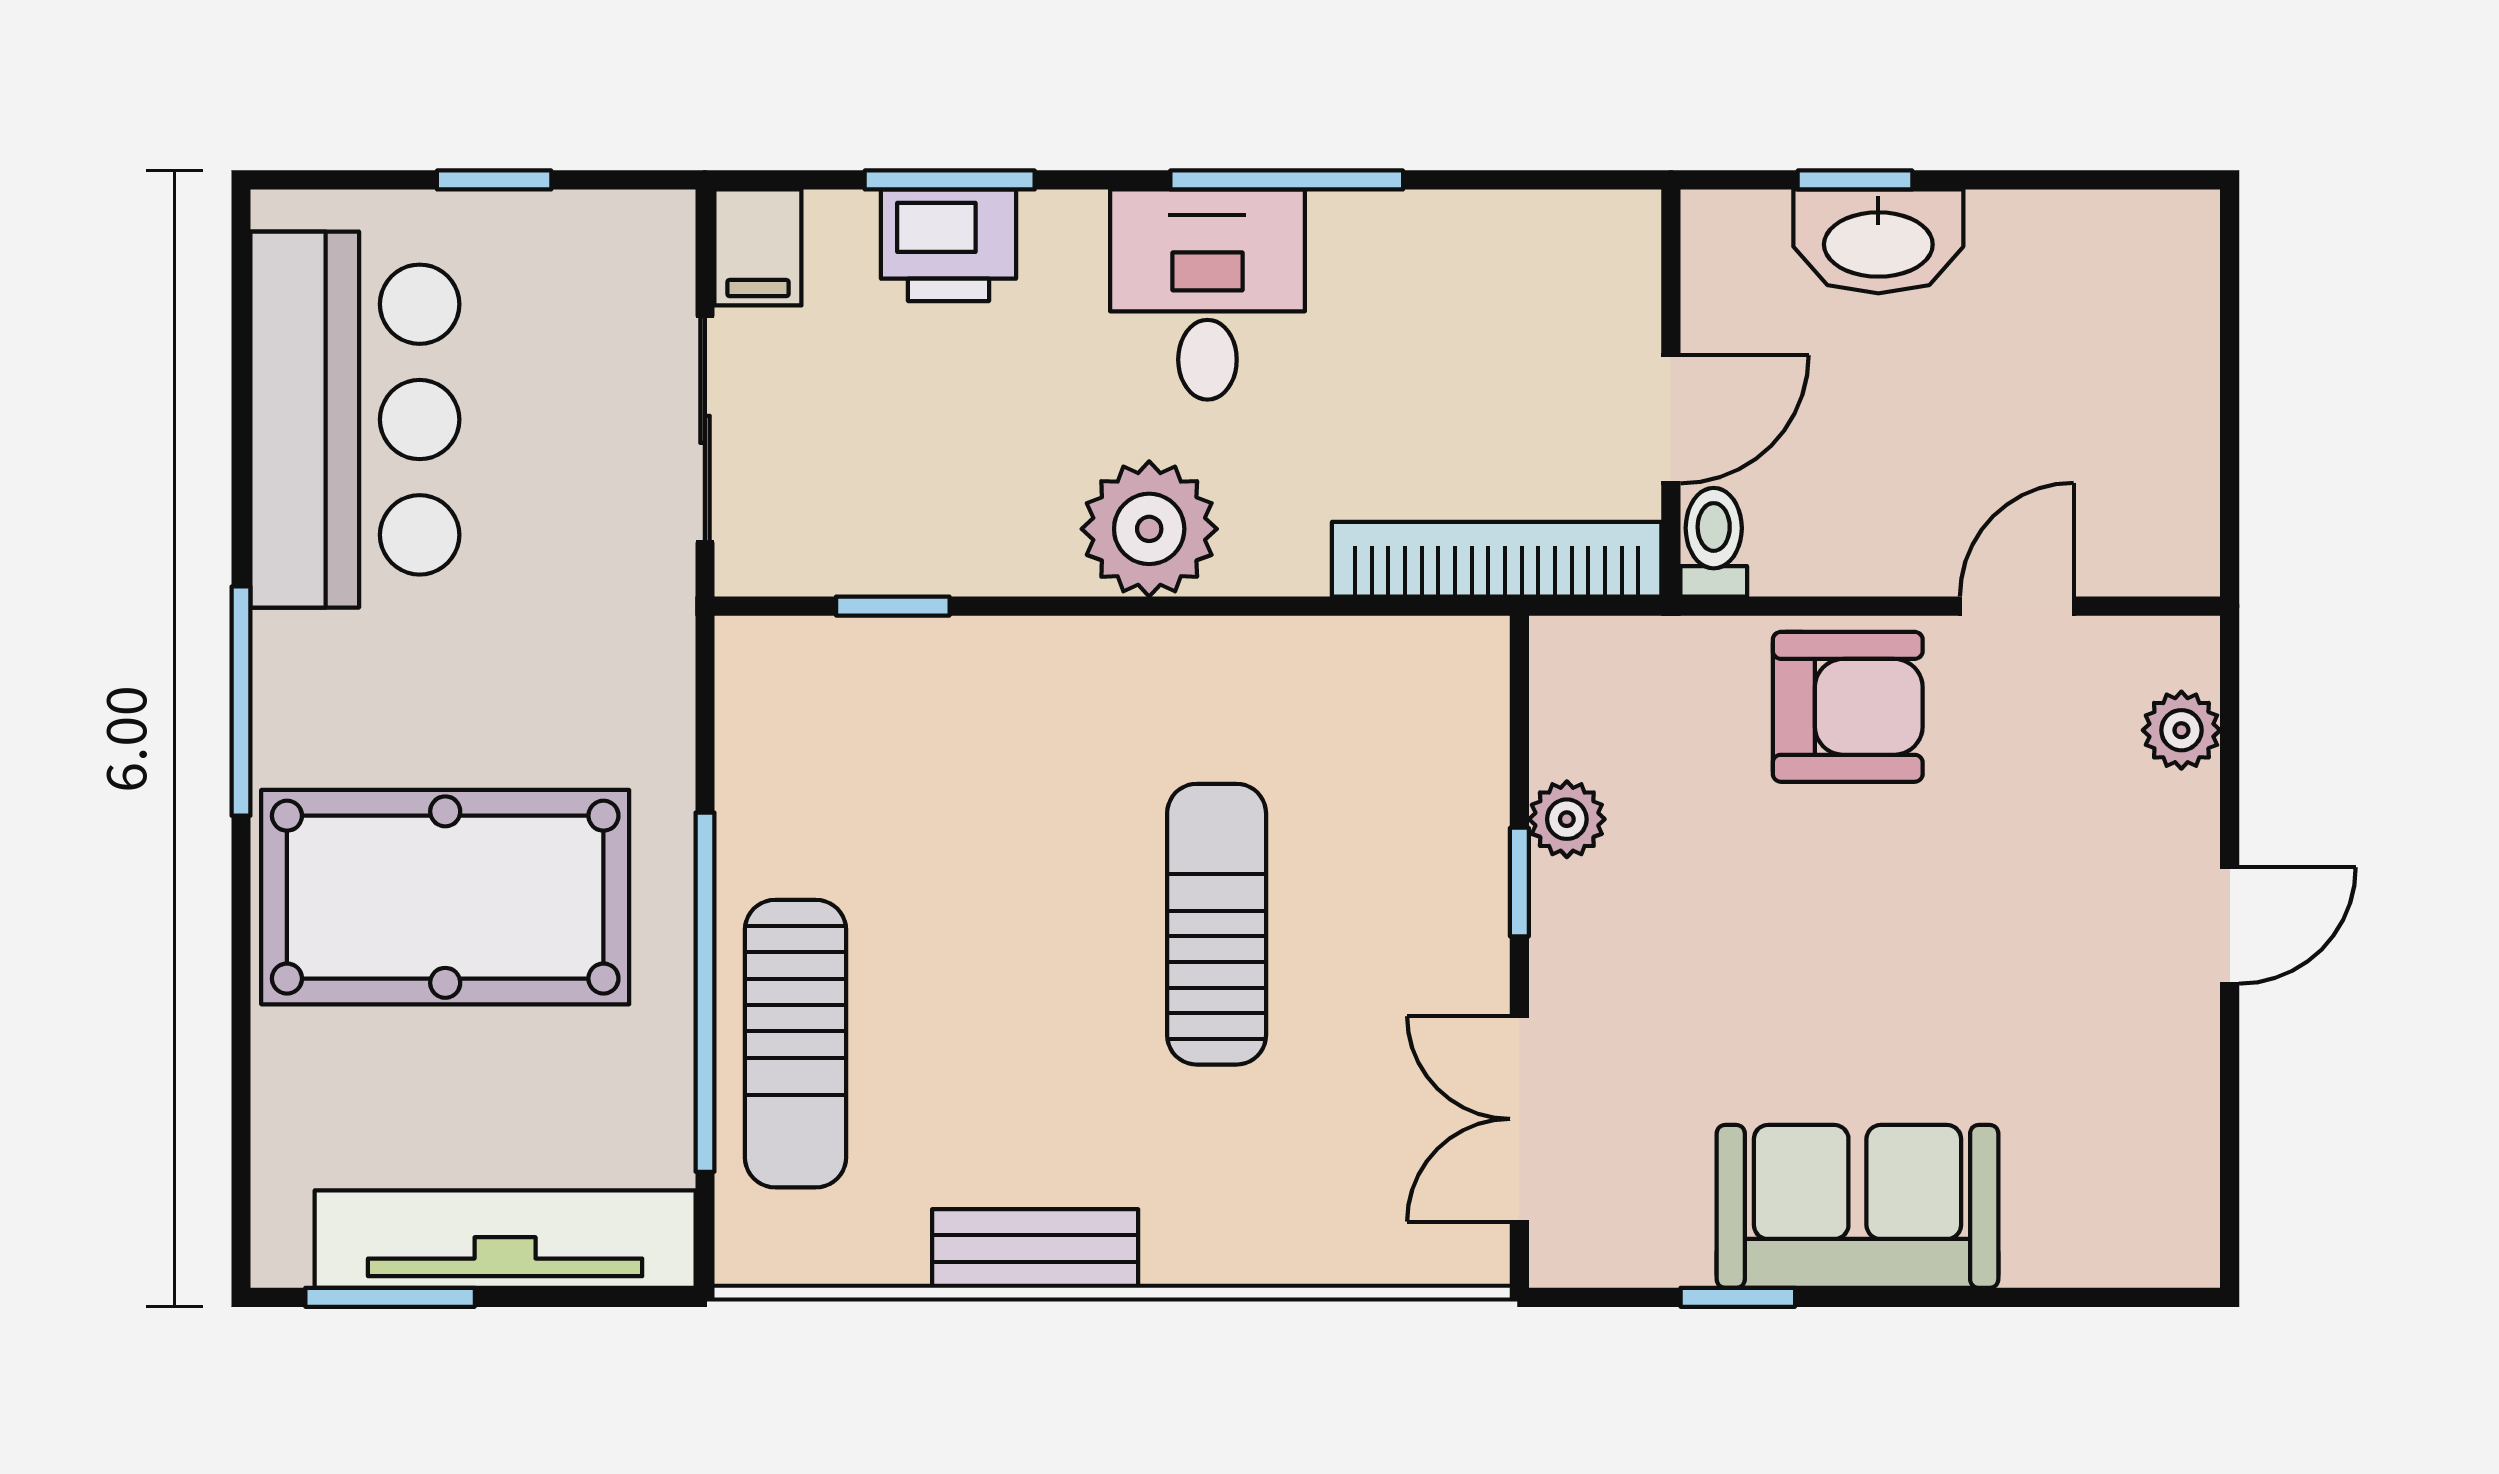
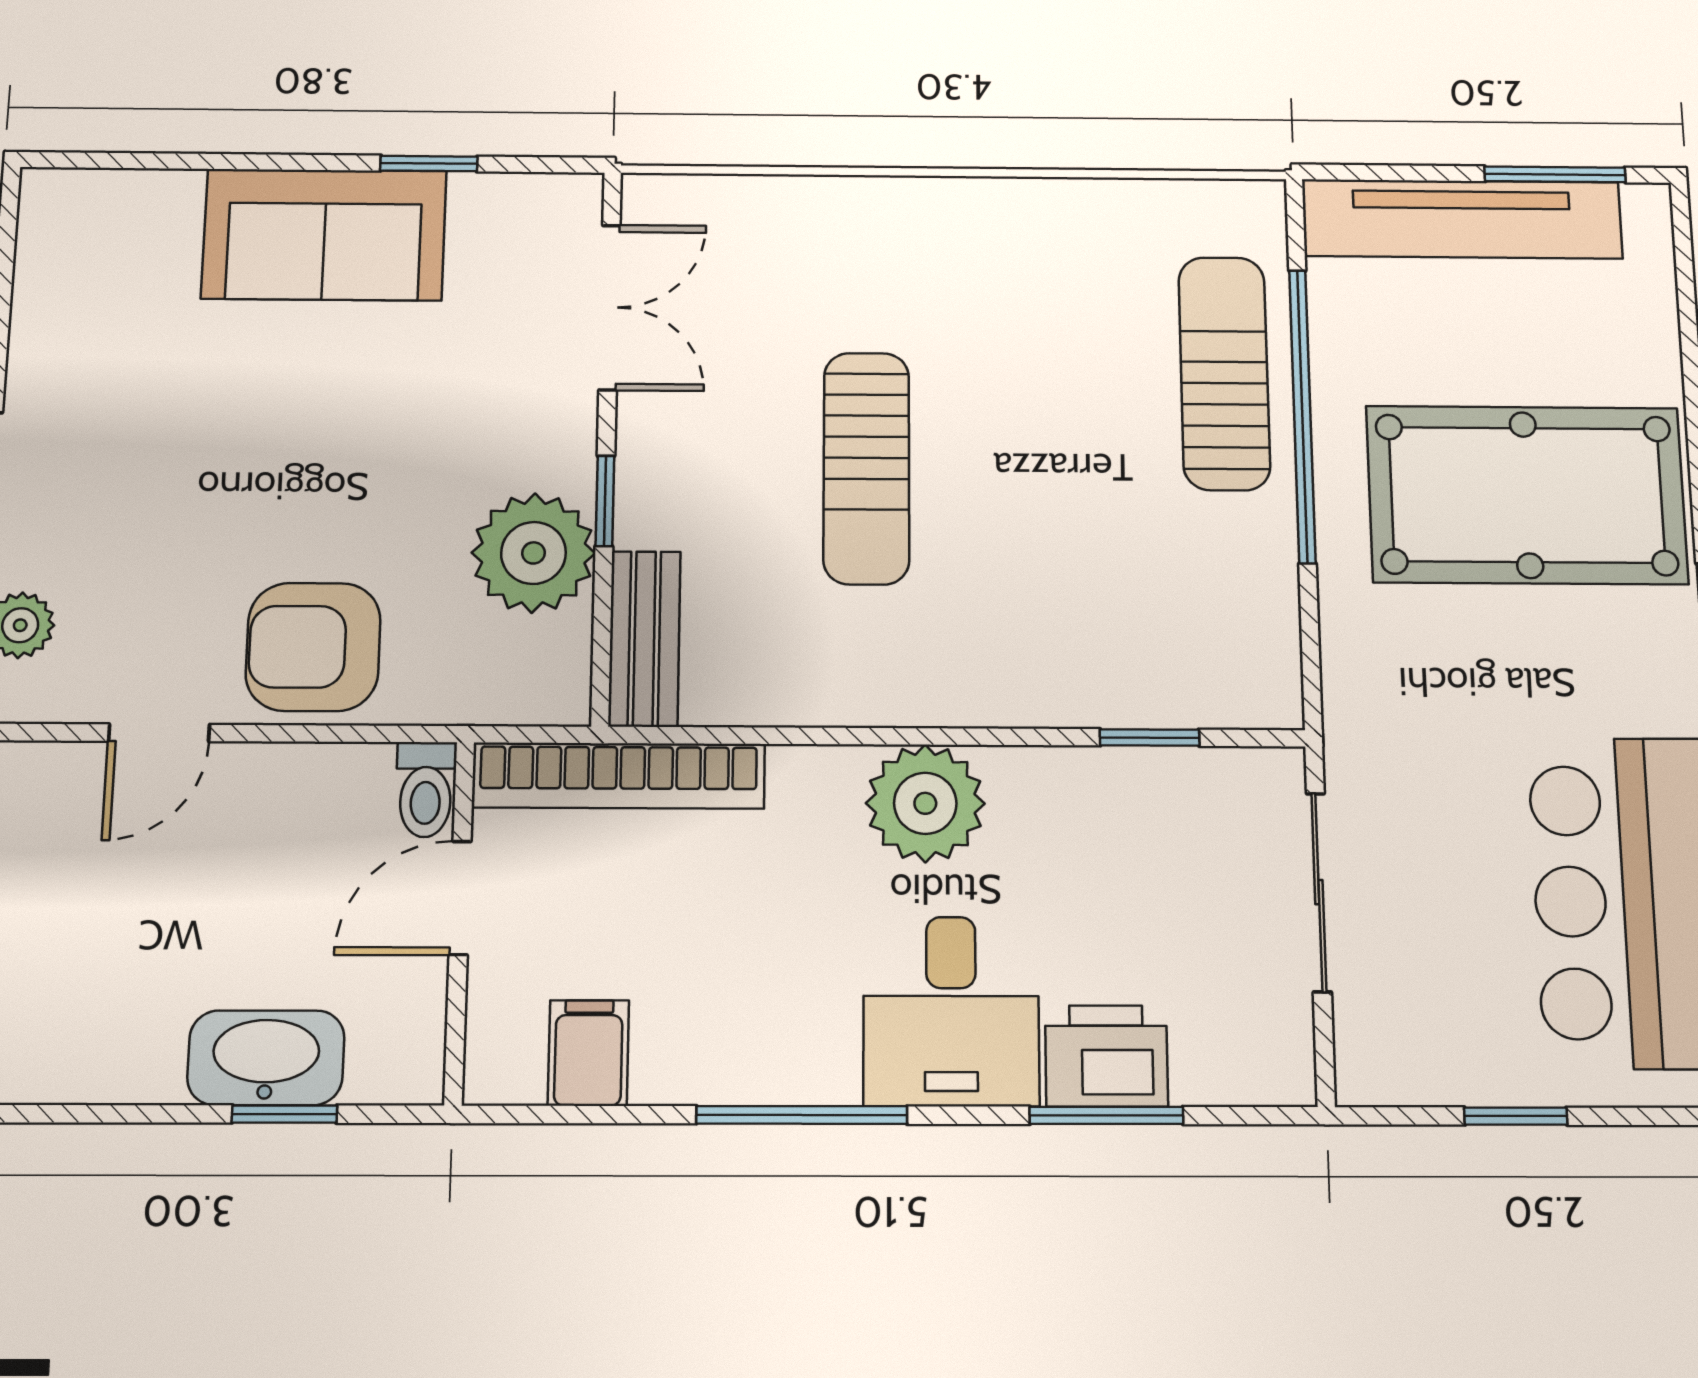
filing cabinet: (758, 247) -> (588, 1053), moved
desk: (1207, 295) -> (951, 1011), moved
plant: (1567, 819) -> (534, 553), width x1.88, depth x1.88
bench: (1035, 1248) -> (644, 639), moved, turned 90

